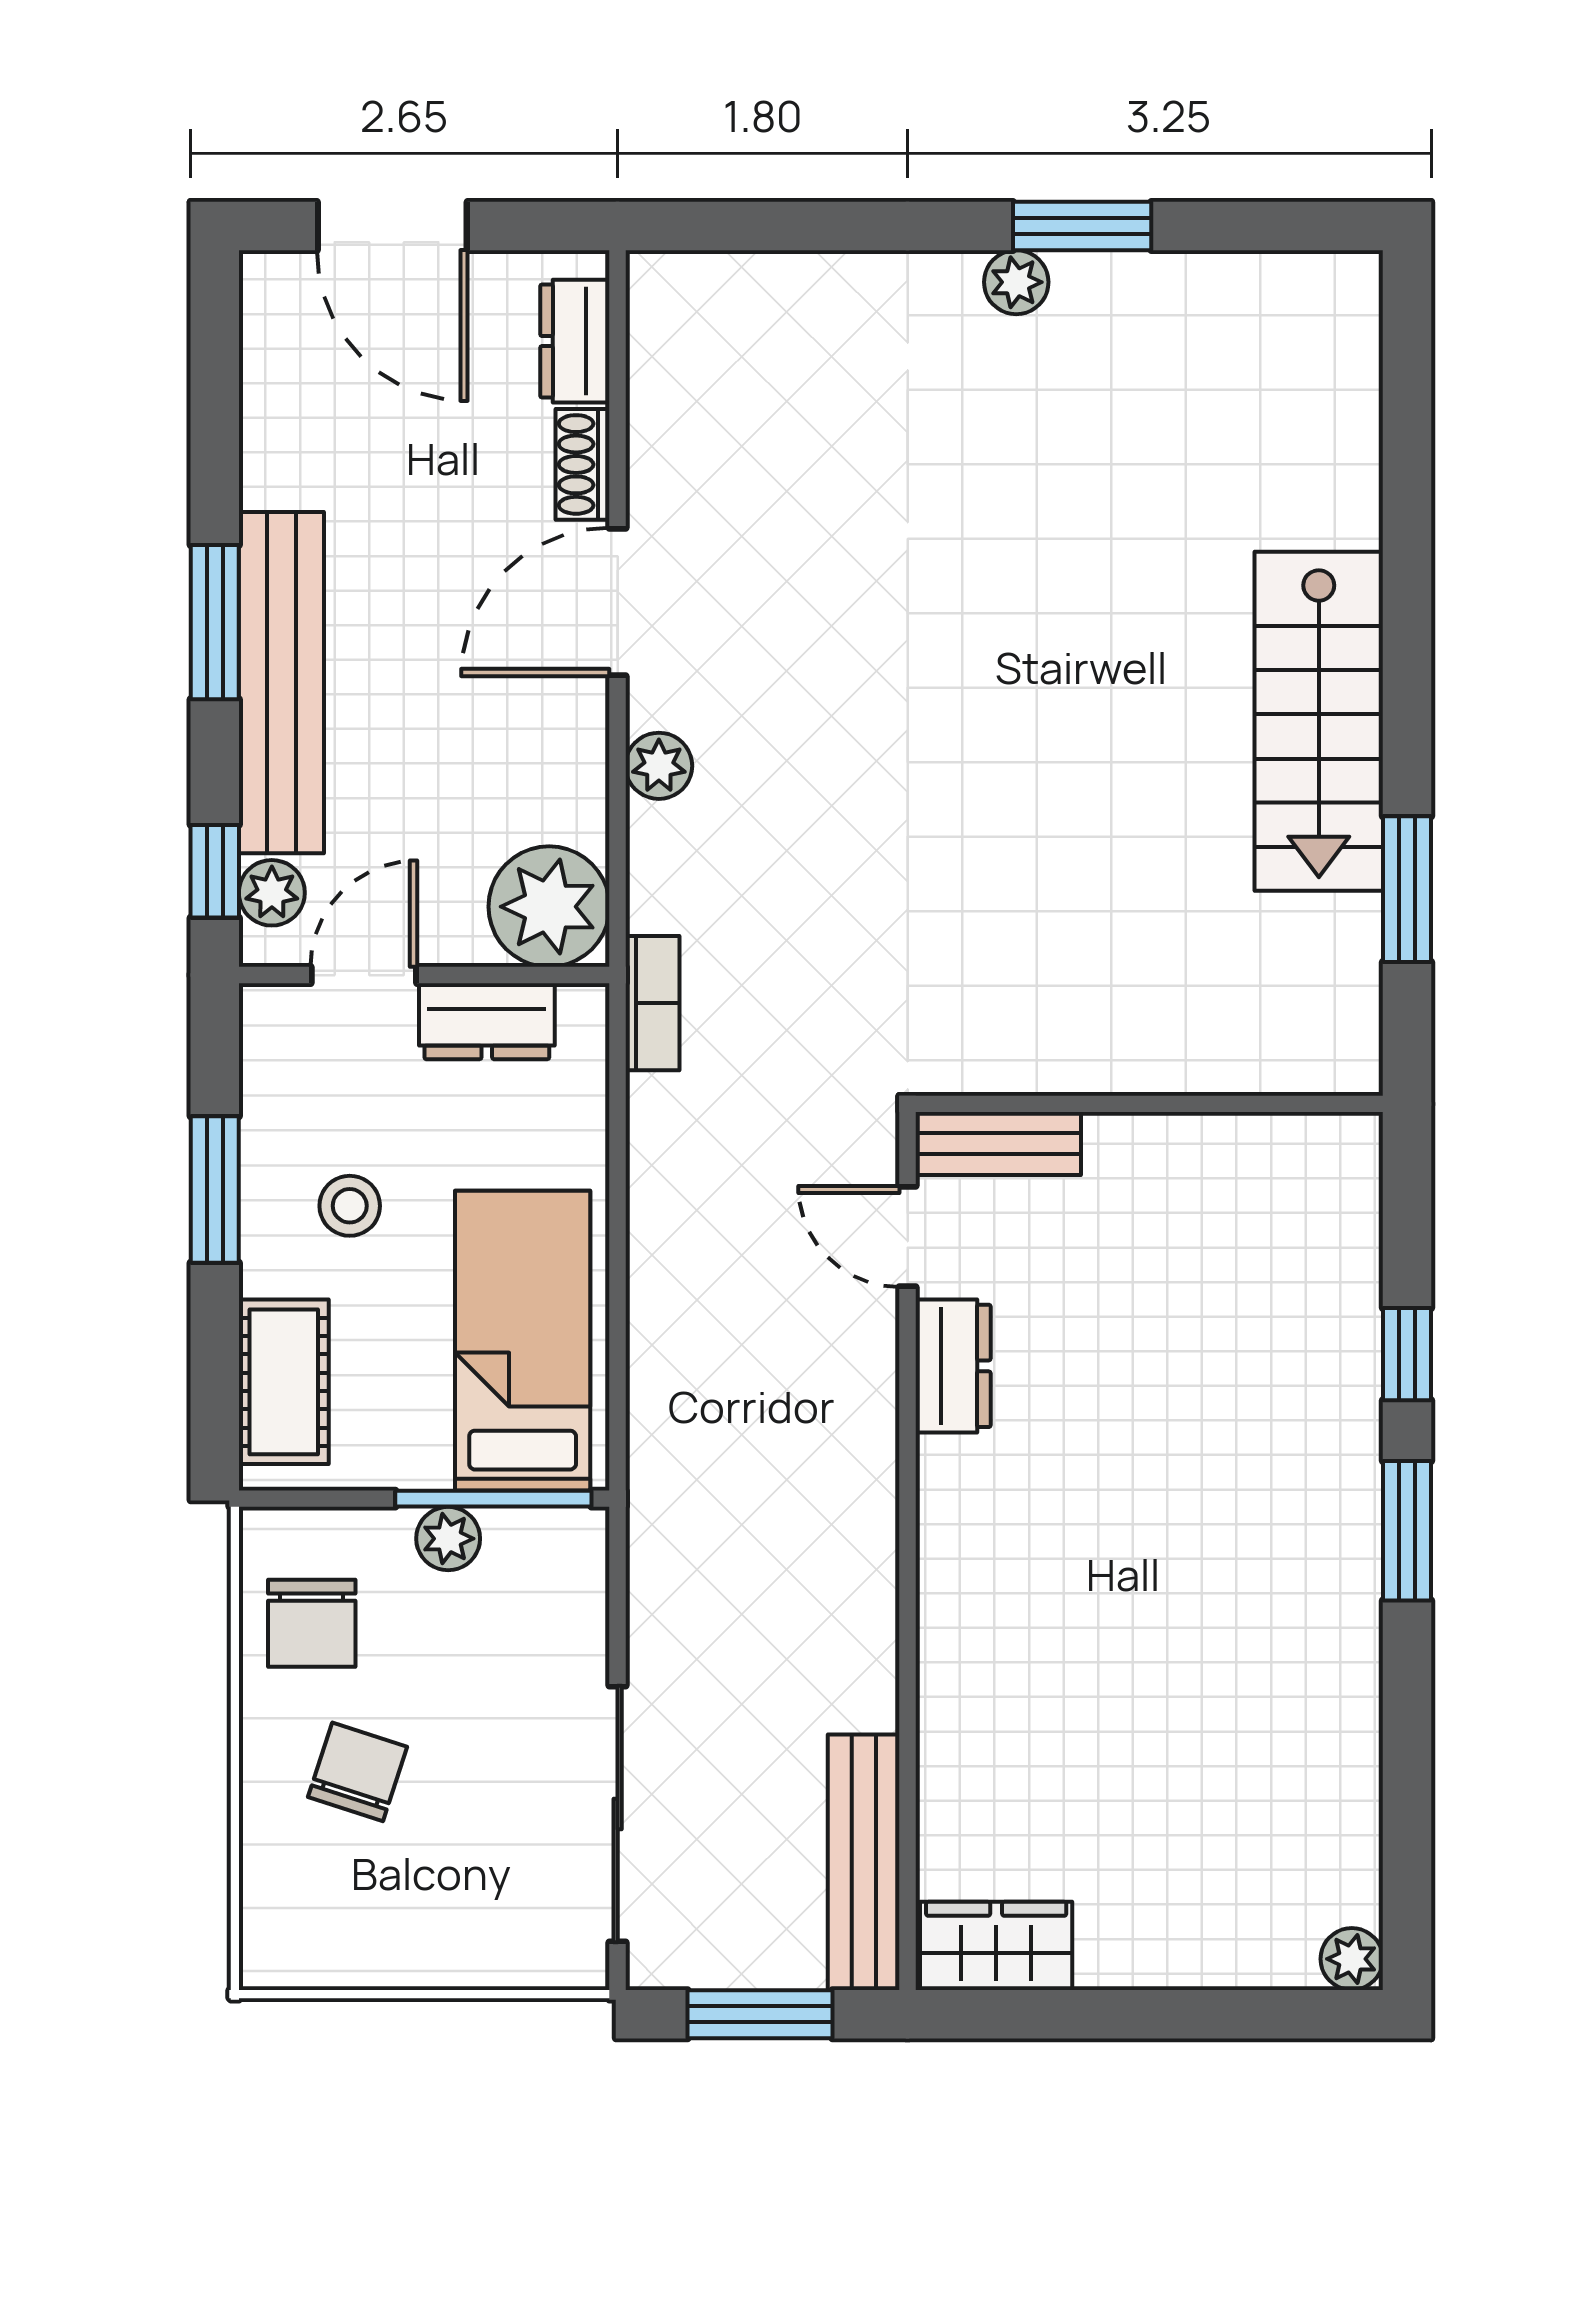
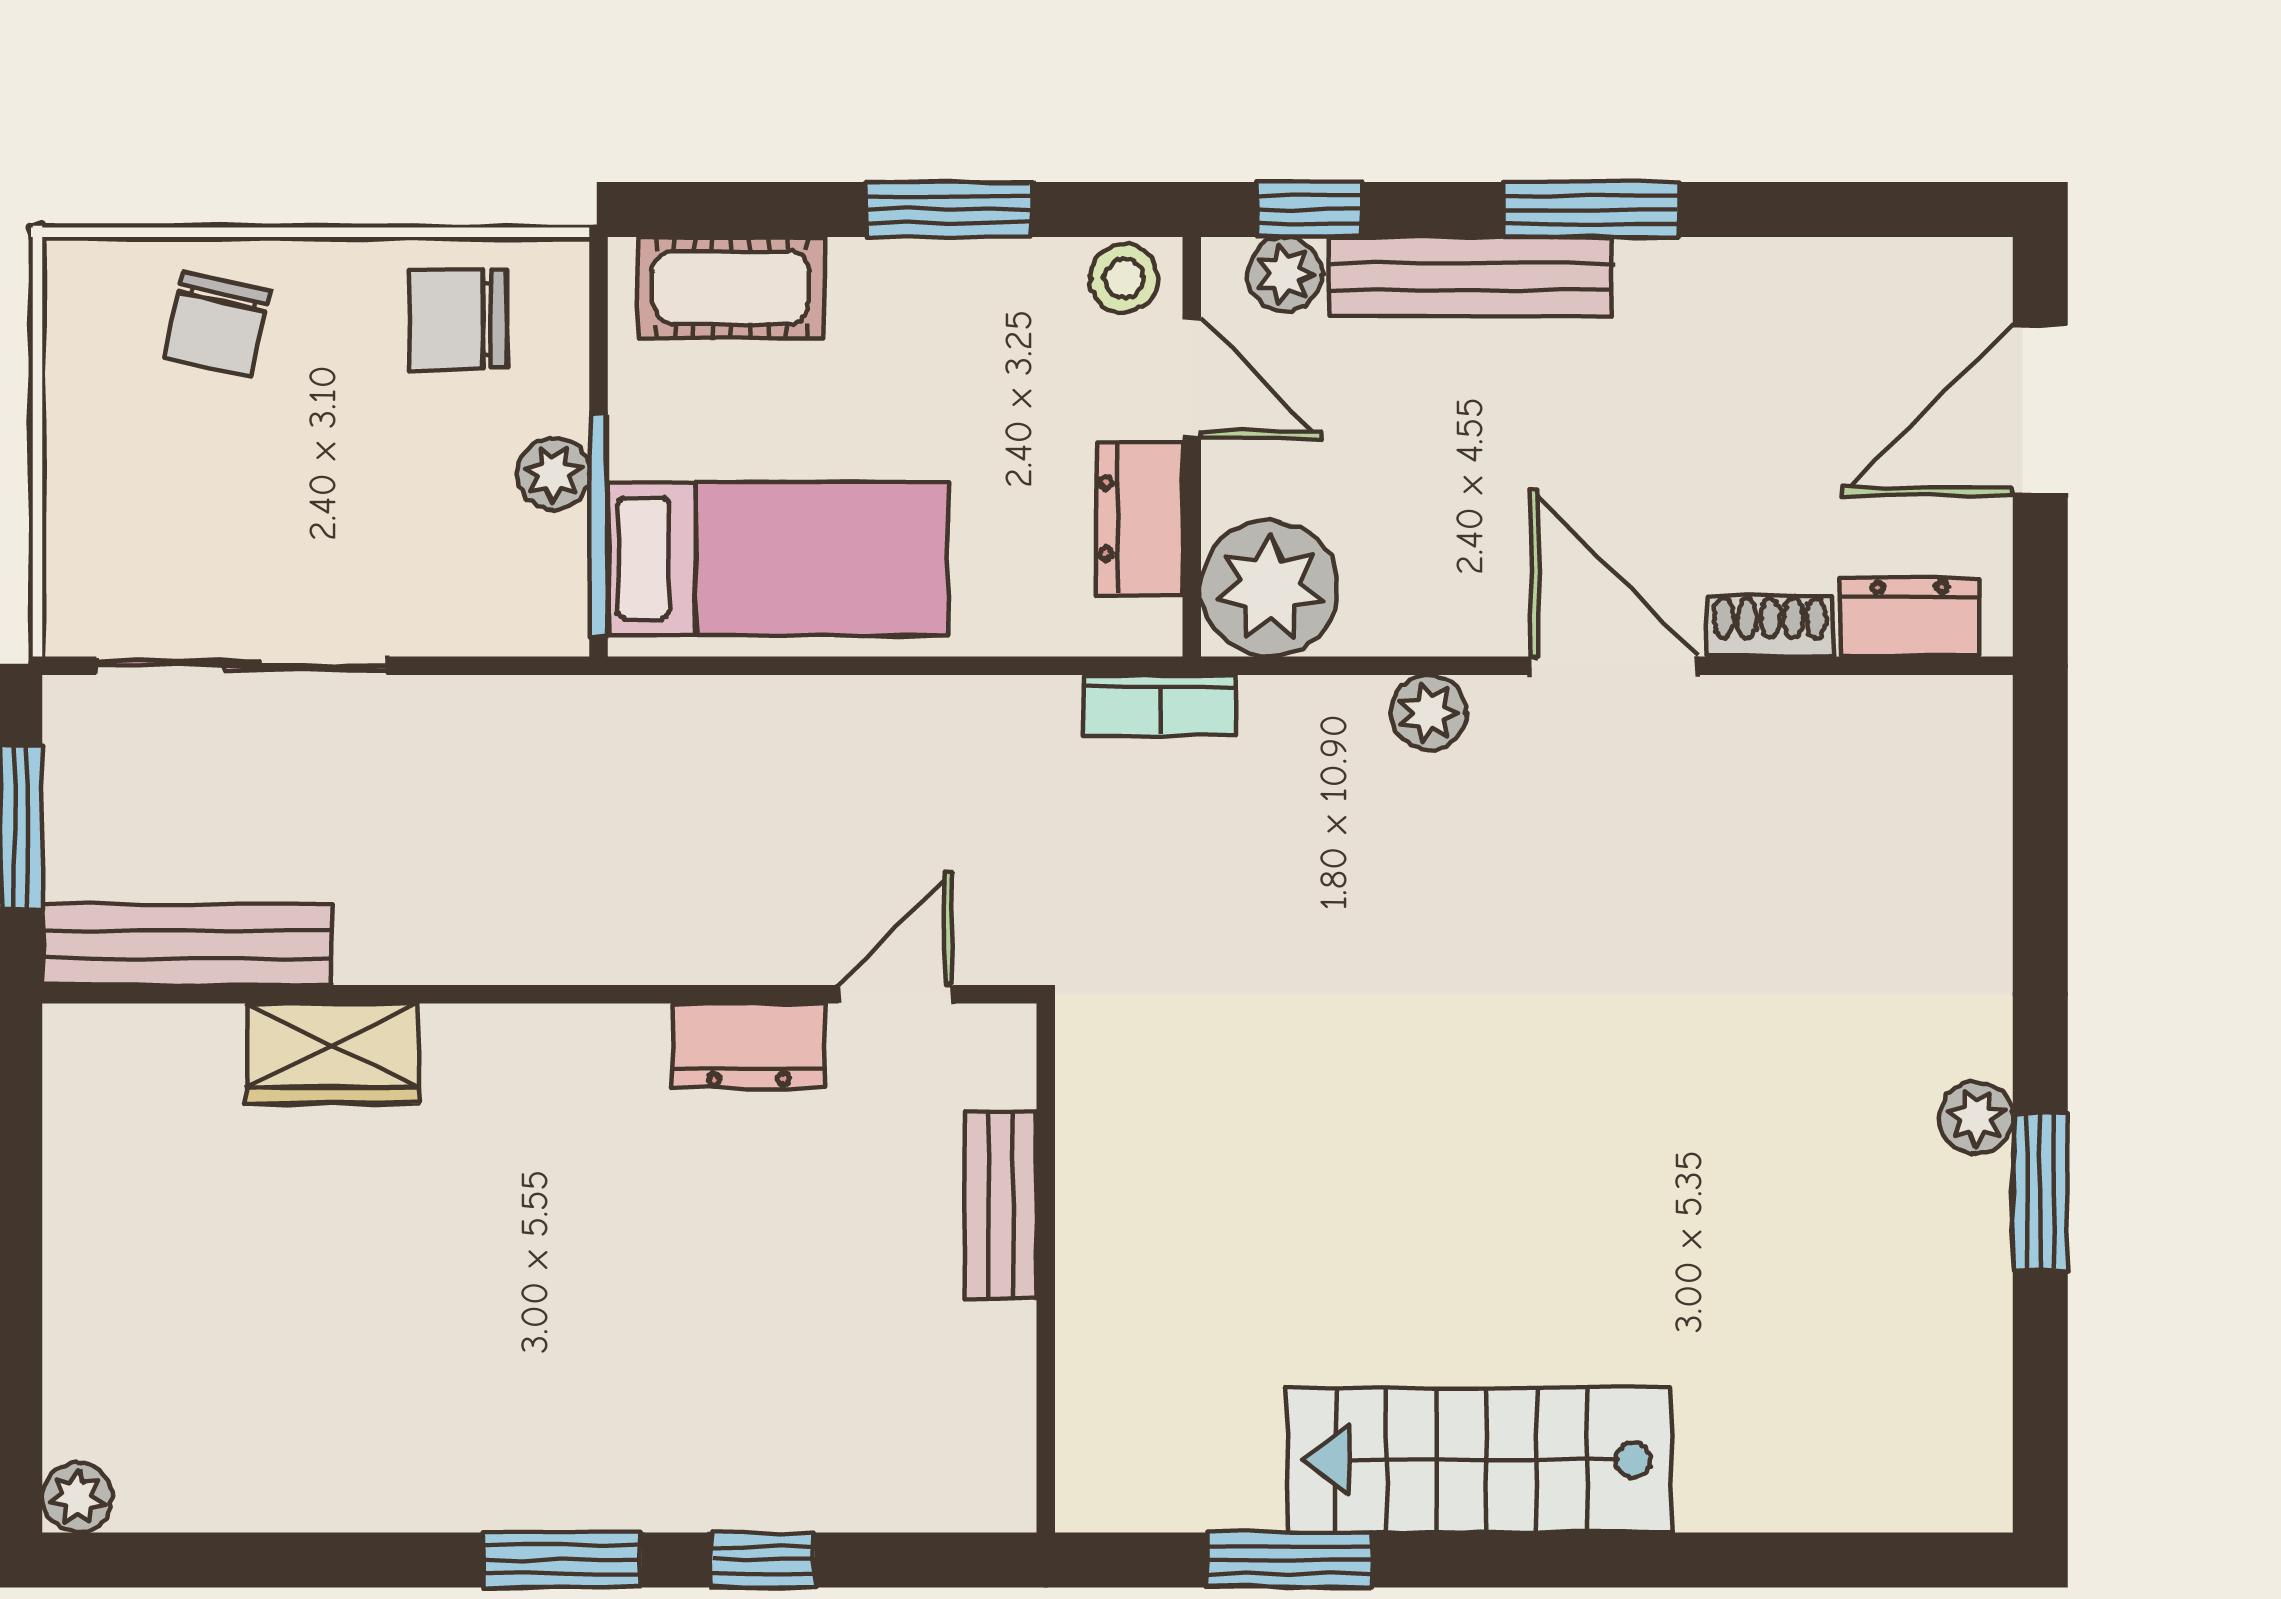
bench: (281, 683) -> (1471, 276), width x0.73, depth x0.82
bench: (998, 1144) -> (1001, 1205), moved
stool: (350, 1206) -> (1124, 278), moved
chair: (358, 1772) -> (217, 324), moved, turned 85
wardrobe: (996, 1946) -> (332, 1053), moved, turned 90

